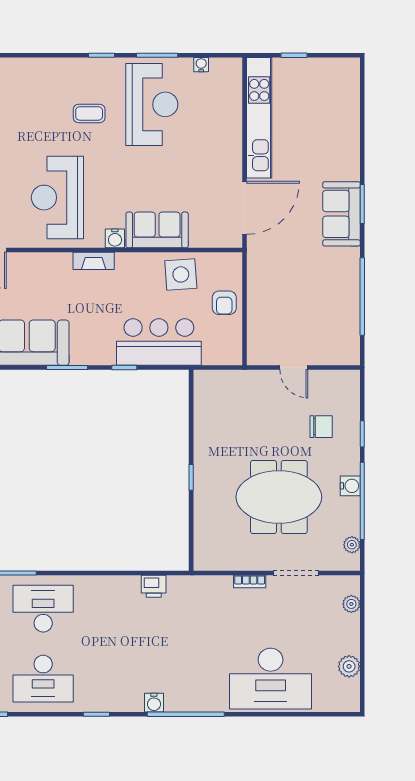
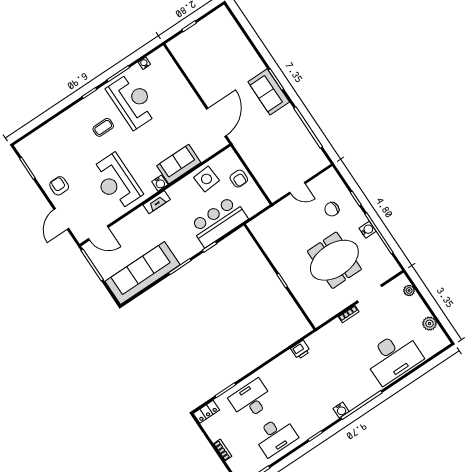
kitchen unit: (259, 118) -> (193, 71), removed
chair: (321, 427) -> (332, 209), turned 180
plant: (352, 545) -> (389, 260), removed

